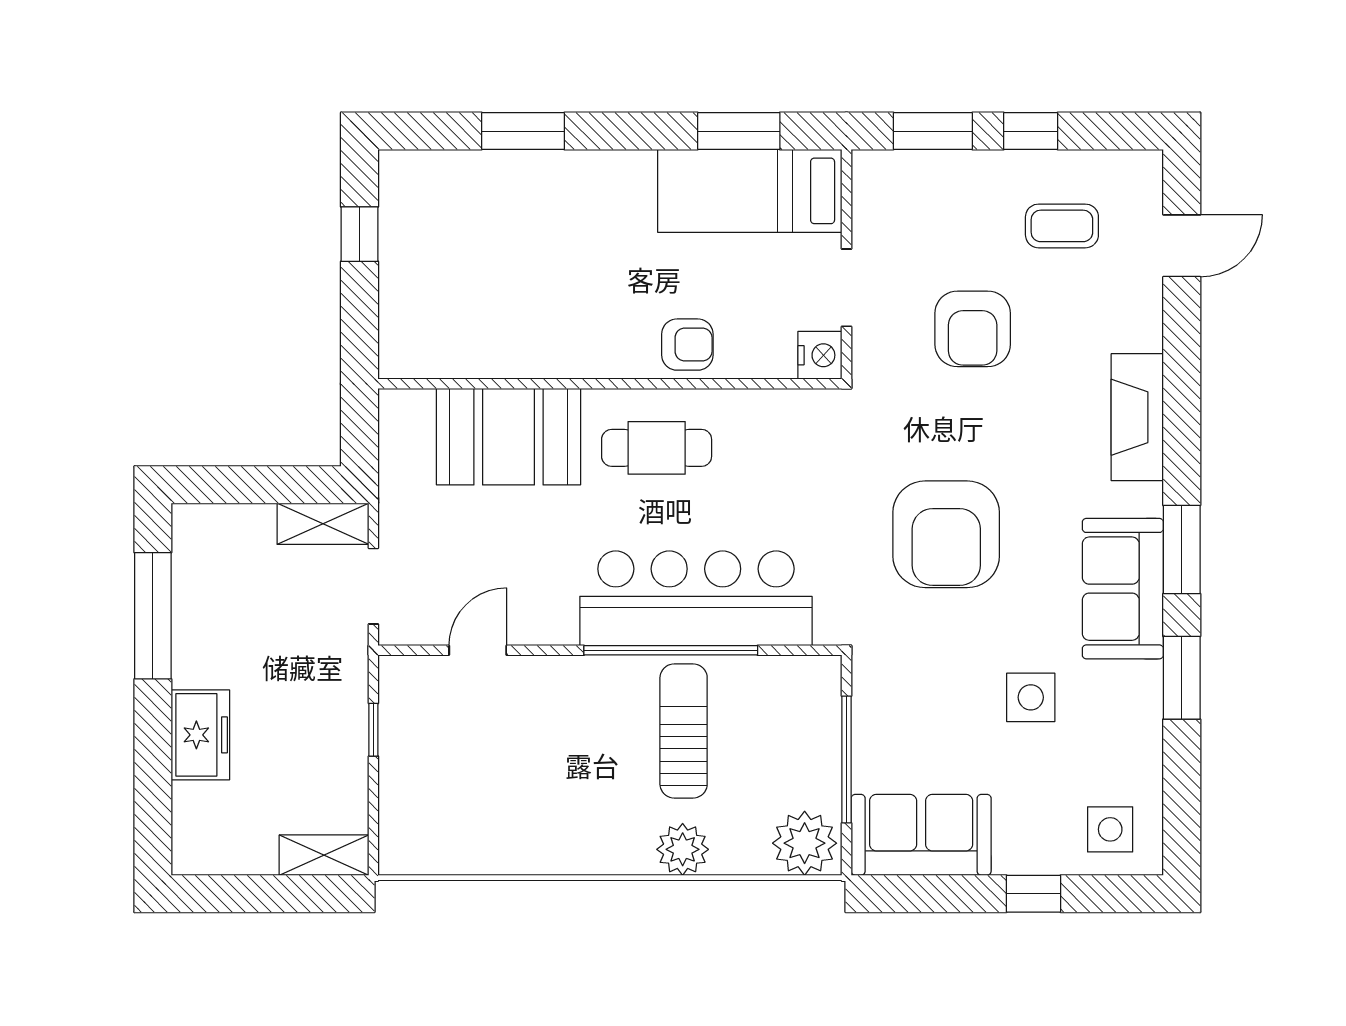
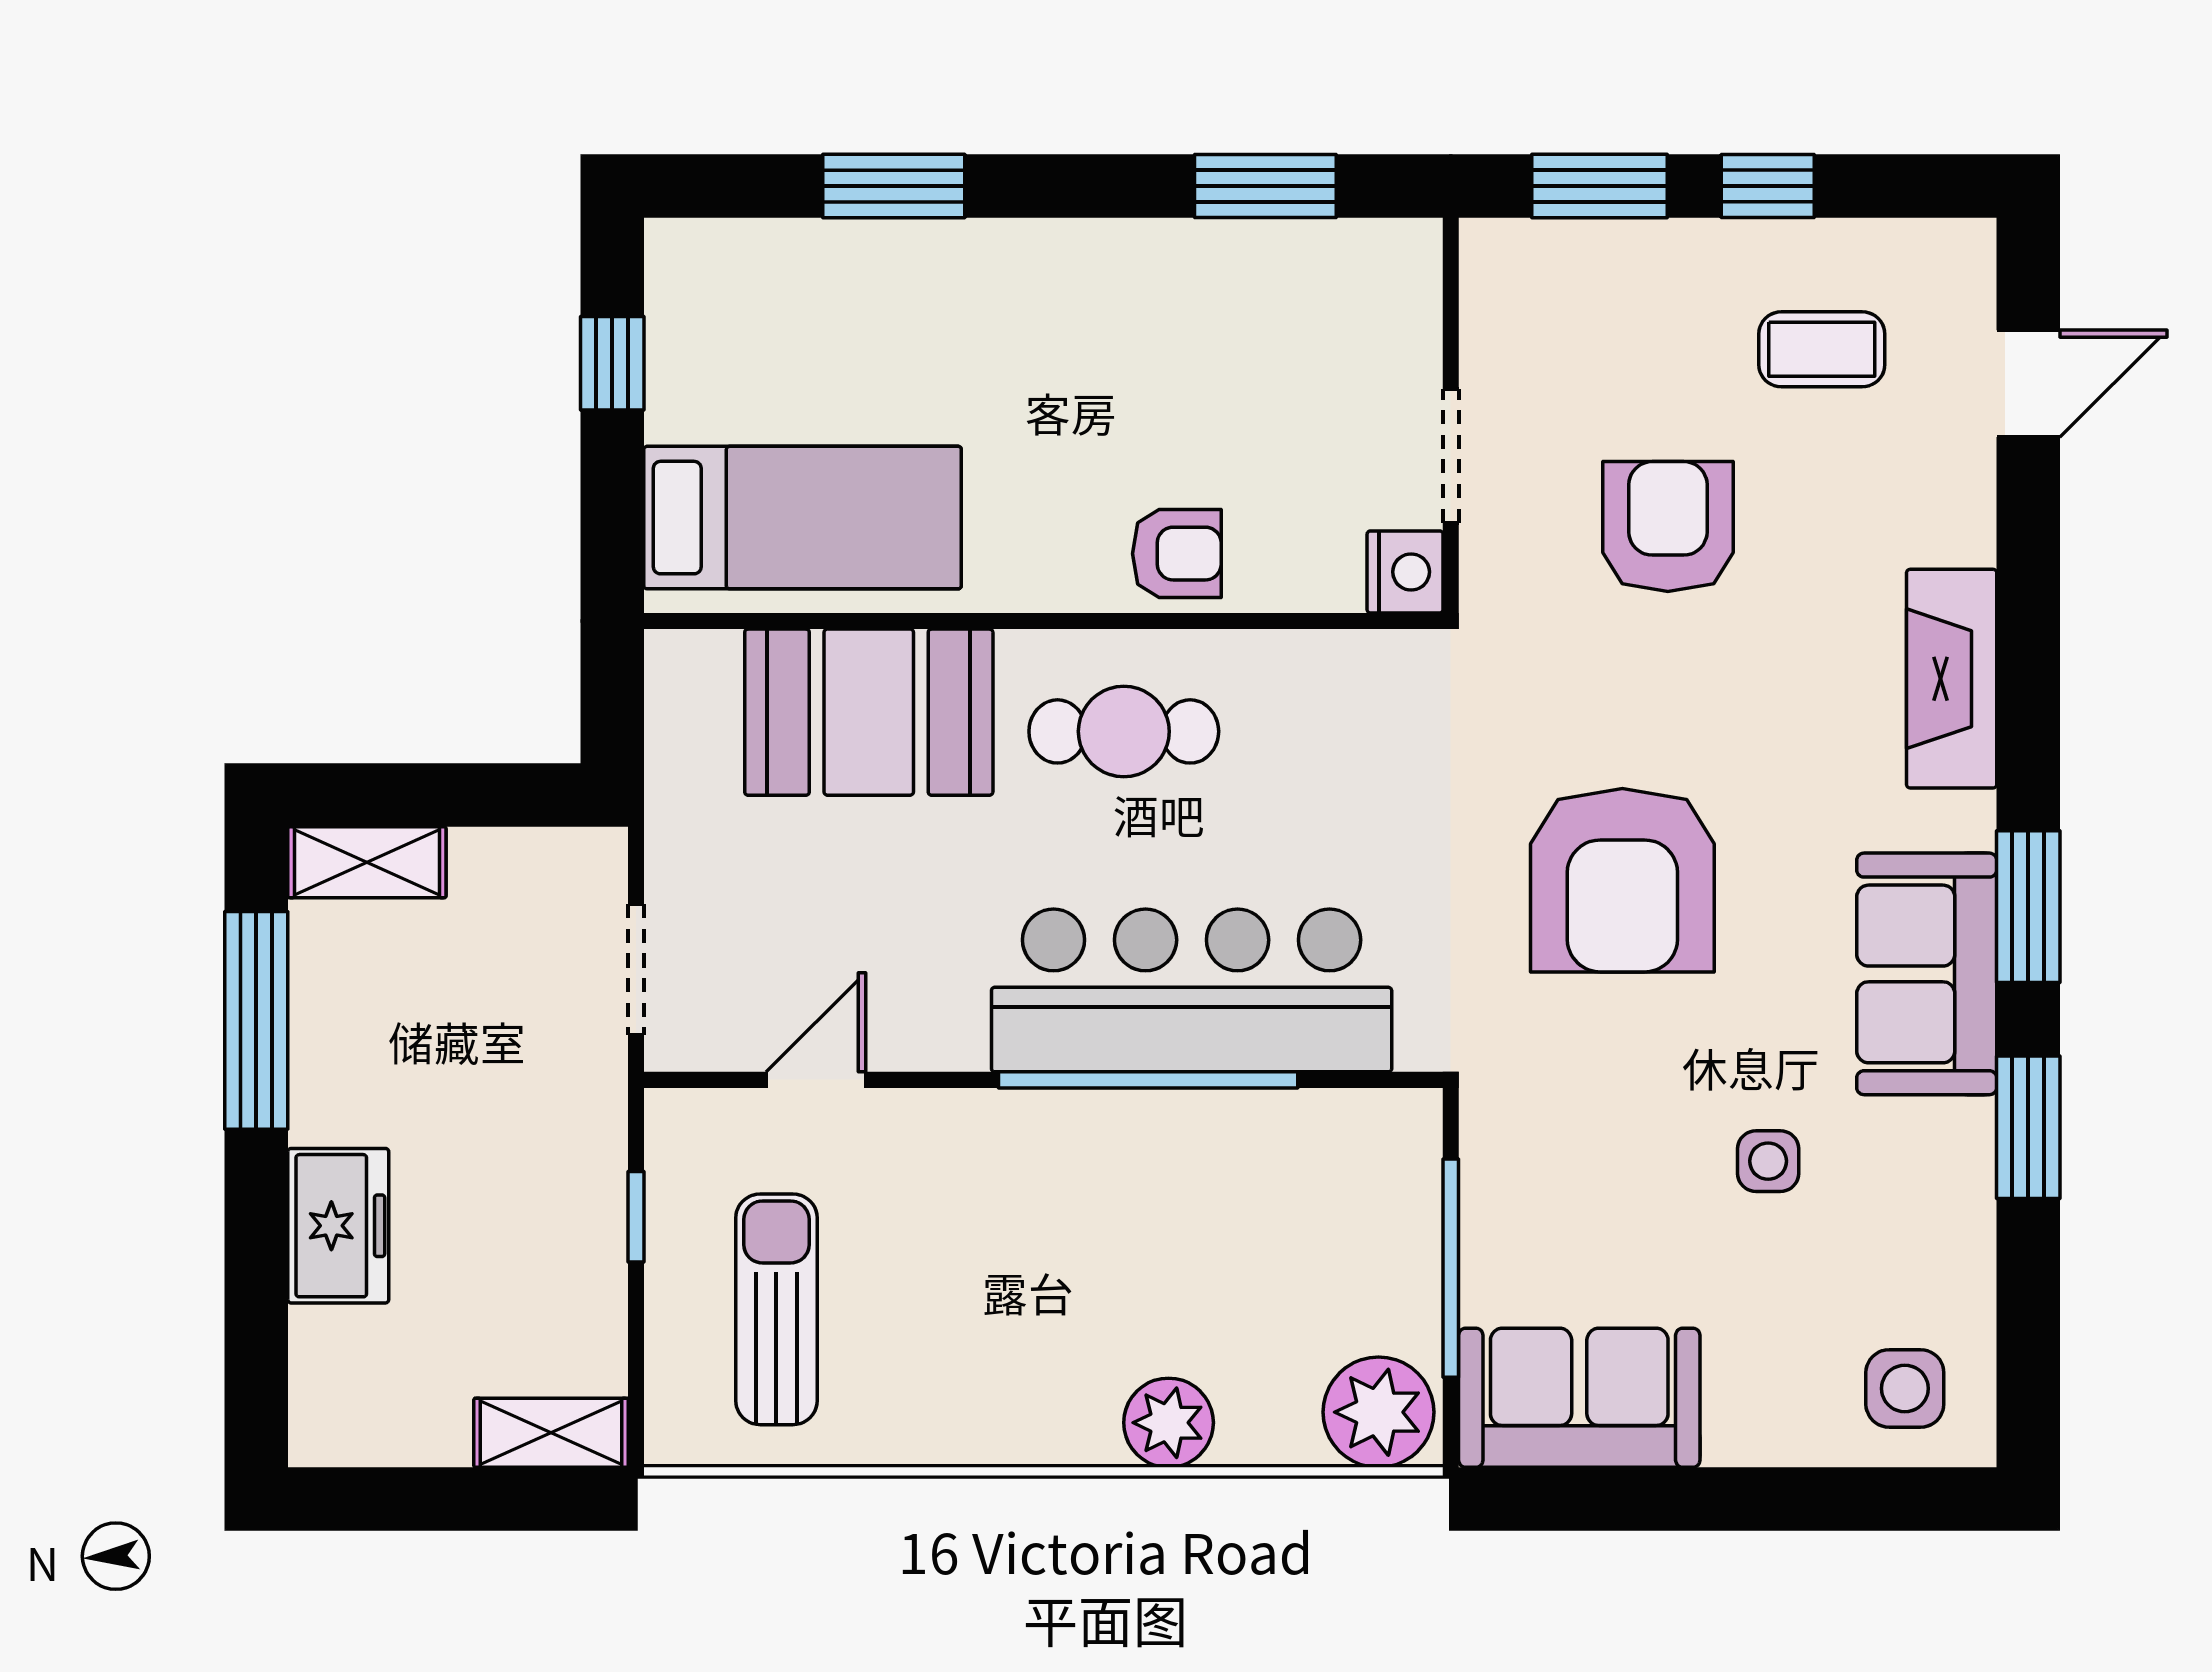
bed: (750, 191) -> (803, 518), moved, turned 180
armchair: (973, 329) -> (1668, 527), turned 180
shelving: (323, 524) -> (367, 862), moved
side table: (1031, 697) -> (1768, 1161), width x0.73, depth x0.73
sun lounger: (684, 731) -> (776, 1309), moved
window: (1034, 894) -> (1773, 1499), removed

